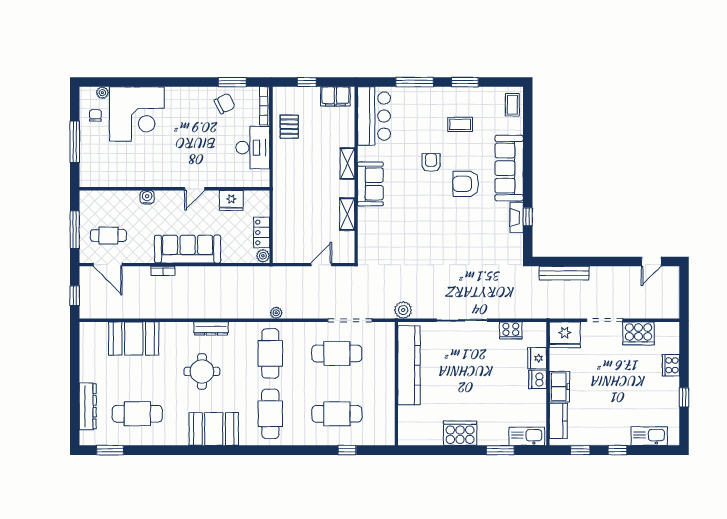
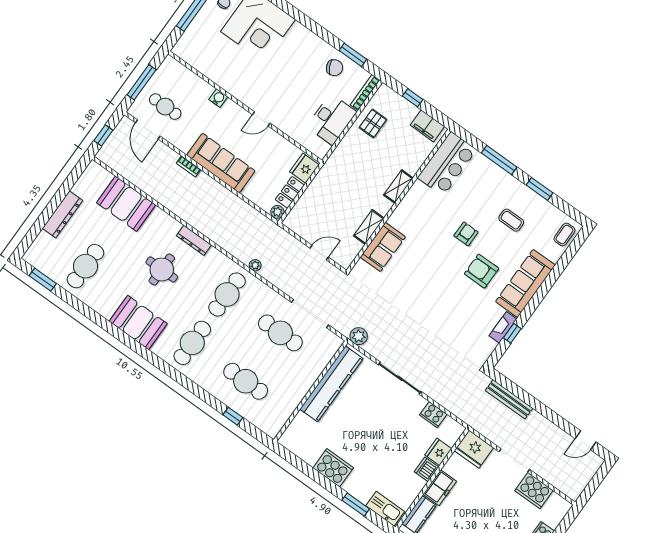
sofa: (370, 184) -> (383, 247), moved
fridge: (231, 200) -> (304, 168), moved, turned 90
dresser: (88, 406) -> (62, 214), moved
cafe table: (137, 414) -> (85, 266), turned 90

